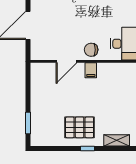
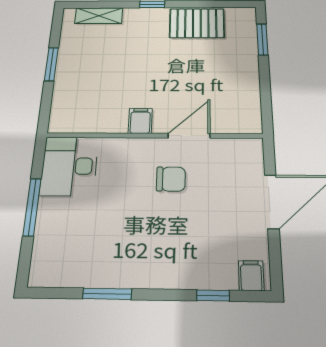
chair: (91, 50) -> (171, 179), moved
pallet: (80, 127) -> (197, 23), moved

